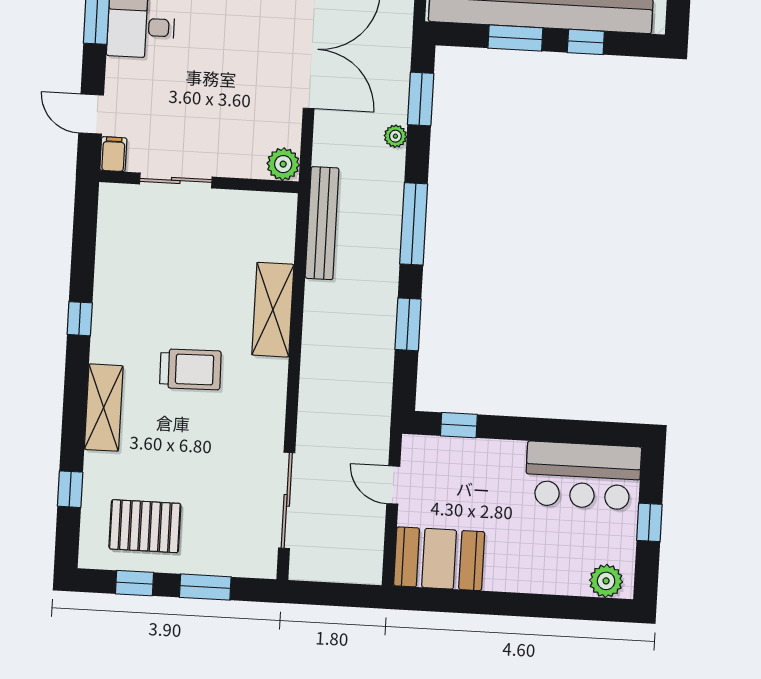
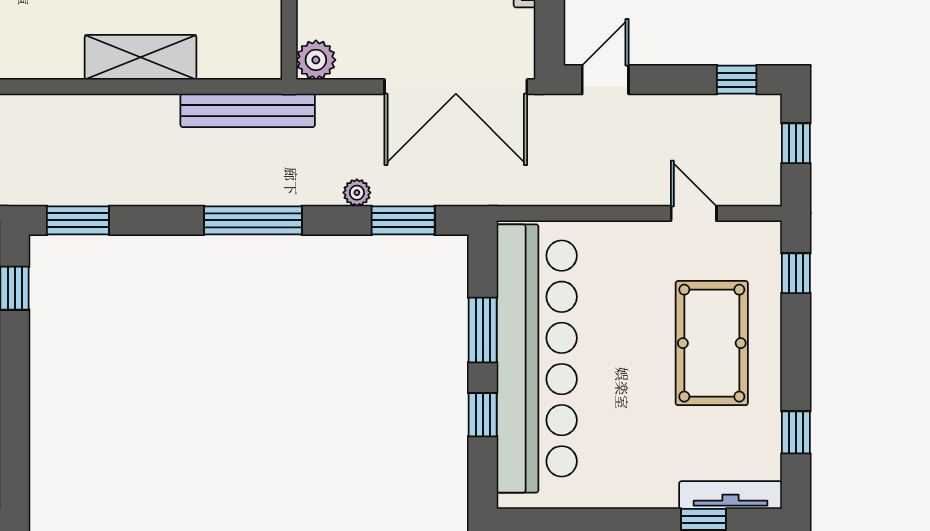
window: (408, 324) -> (78, 220), moved

